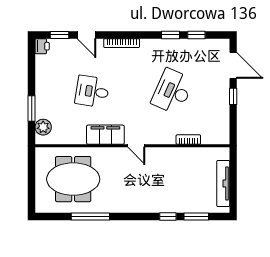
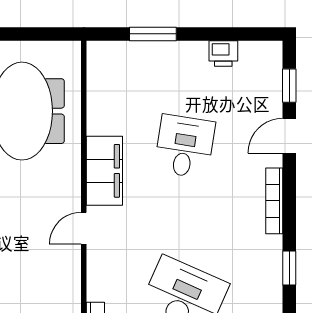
window: (171, 35) -> (289, 268), moved
printer: (42, 46) -> (223, 53), moved
plant: (43, 127) -> (118, 55), removed

